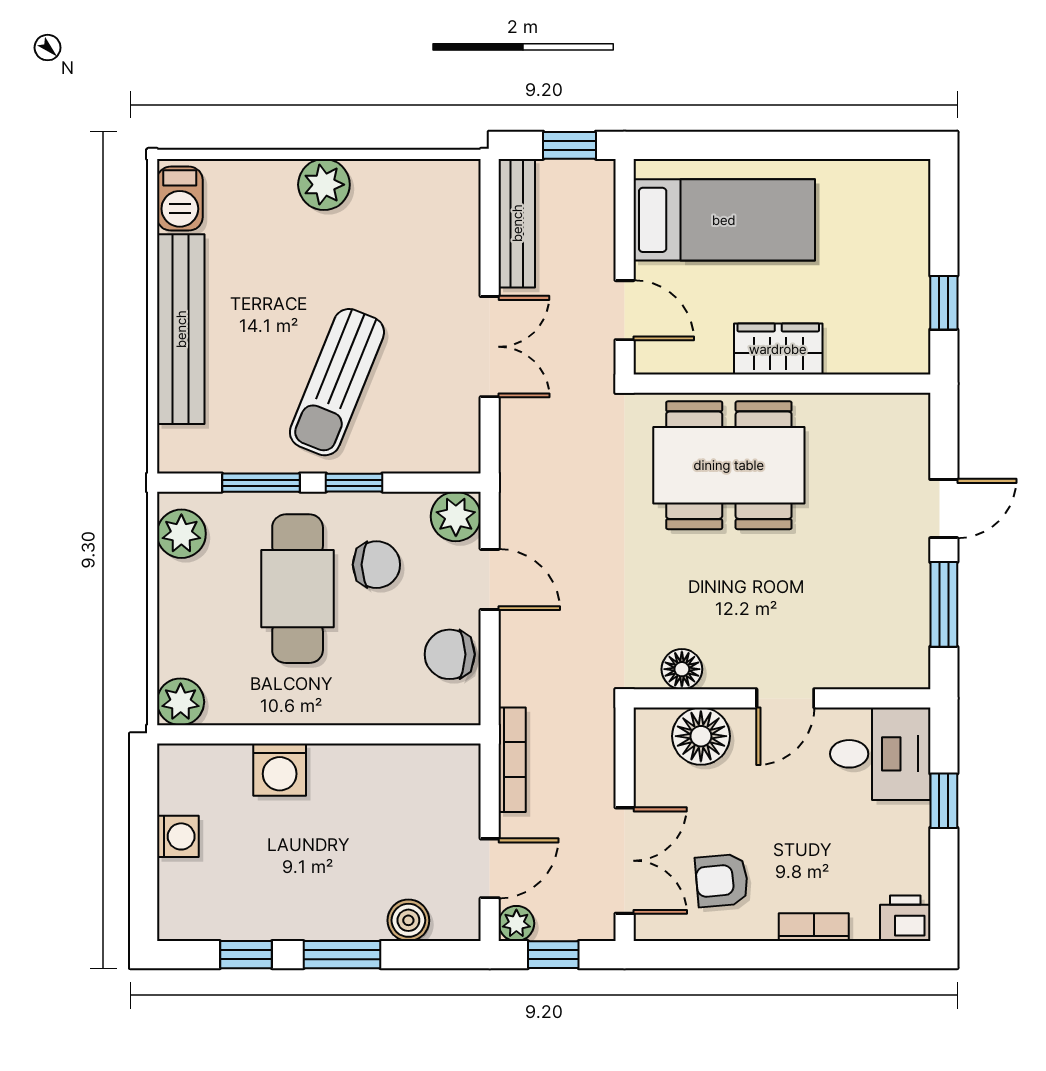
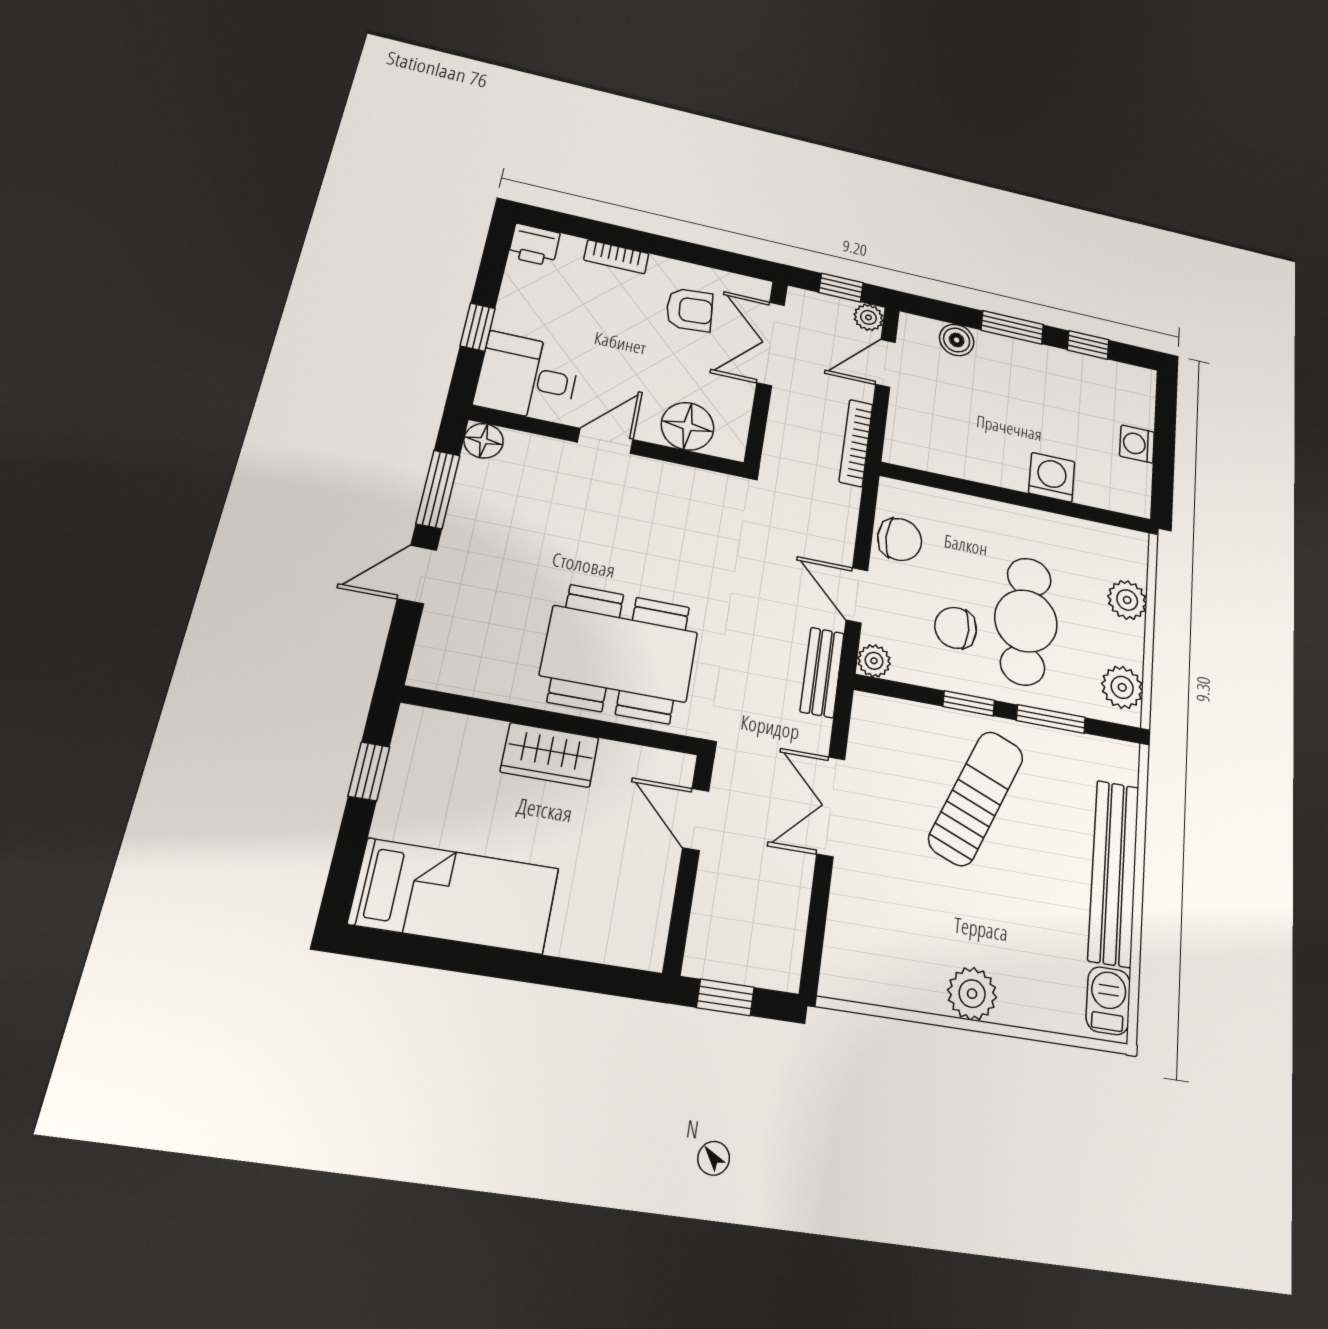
bed: (724, 220) -> (455, 896), moved, turned 180
bench: (517, 223) -> (822, 672), moved, width x0.73
plant: (456, 516) -> (874, 661), width x0.73, depth x0.73
floor lamp: (682, 669) -> (484, 441), moved
plant: (181, 702) -> (1127, 600), moved

